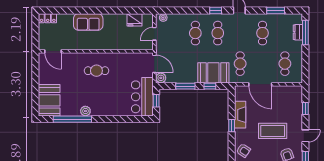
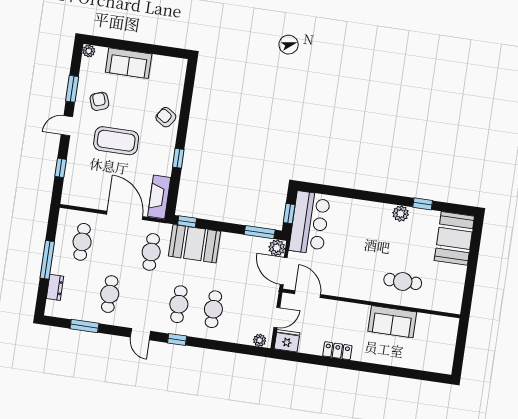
locker: (48, 18) -> (337, 351), moved
fridge: (134, 20) -> (287, 341), moved
sofa: (88, 22) -> (392, 322), moved, turned 180
window: (305, 32) -> (47, 260), moved
door: (53, 51) -> (308, 294), moved
cafe table: (96, 71) -> (403, 281), moved
window: (185, 86) -> (260, 232), moved
window: (210, 86) -> (187, 222), moved
fireplace: (240, 115) -> (159, 197), moved
window: (72, 119) -> (423, 204), width x0.32

